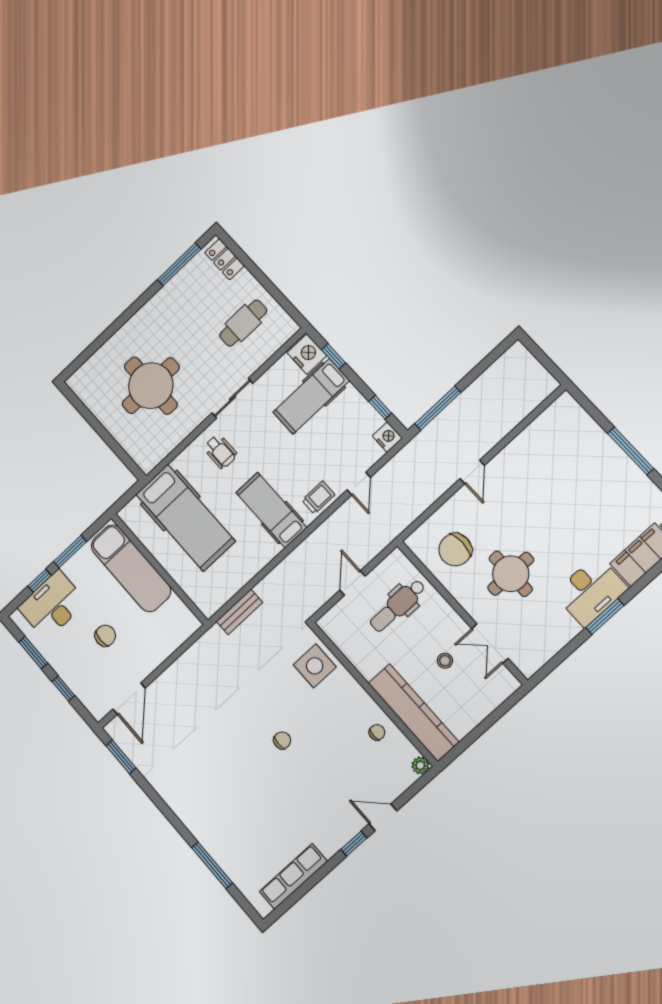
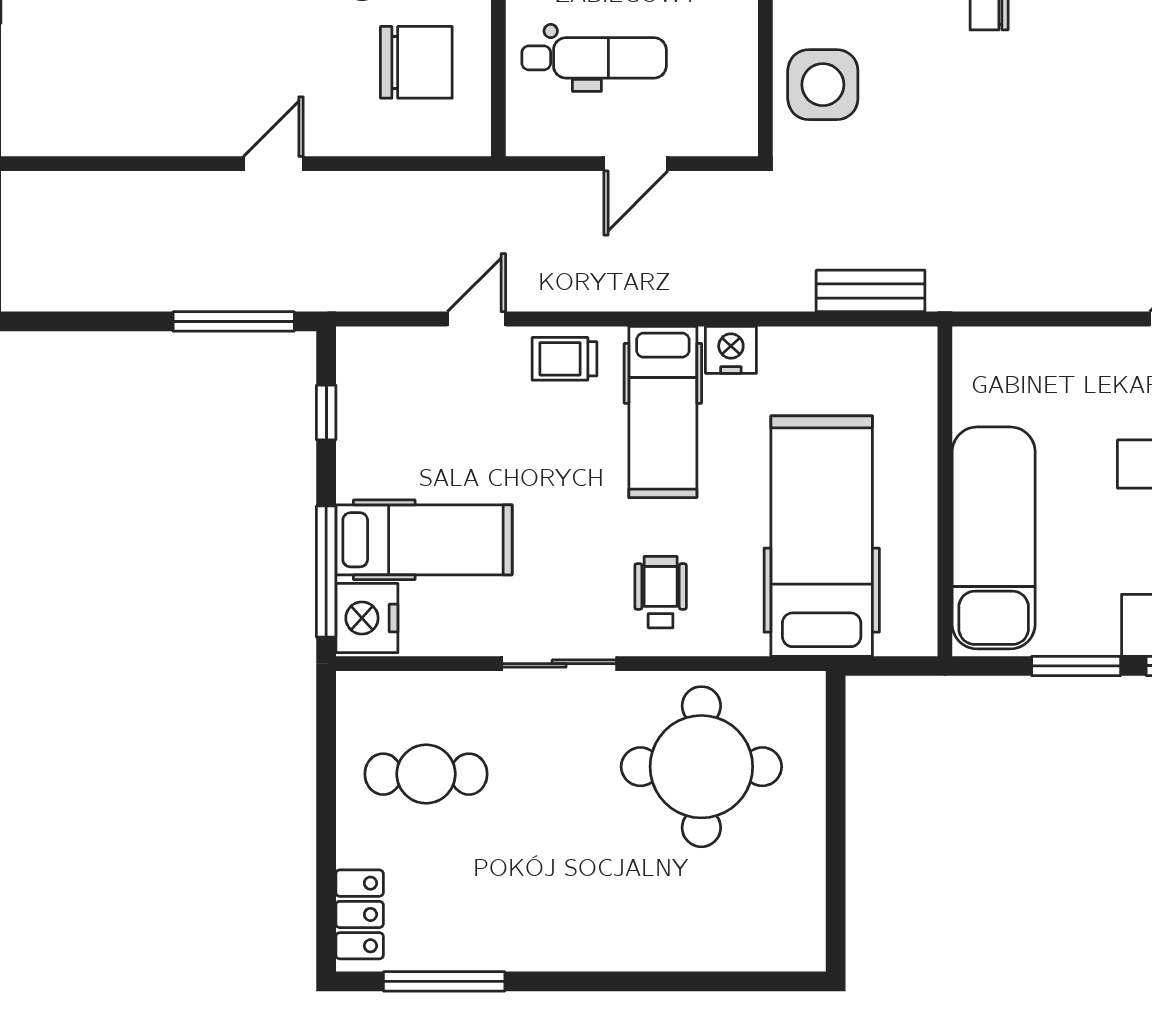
window: (333, 356) -> (326, 572), width x2.17
round table: (151, 386) -> (701, 767), moved
nightstand: (387, 437) -> (731, 350), moved, turned 90

